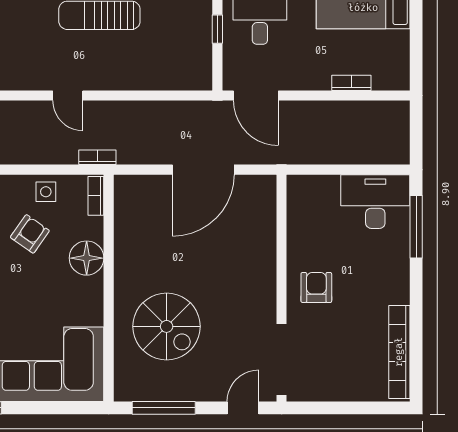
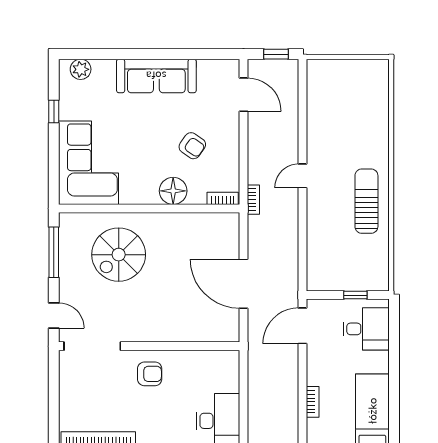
side table: (46, 192) -> (226, 158), removed

